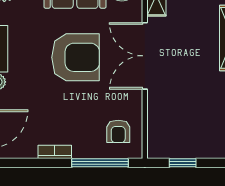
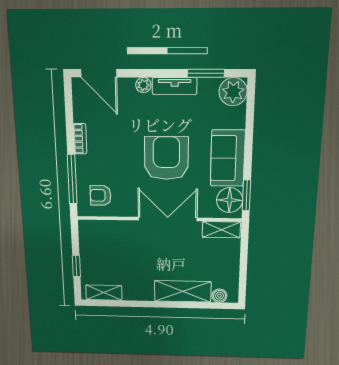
armchair: (76, 57) -> (166, 158), turned 180
window: (183, 163) -> (76, 266), moved

